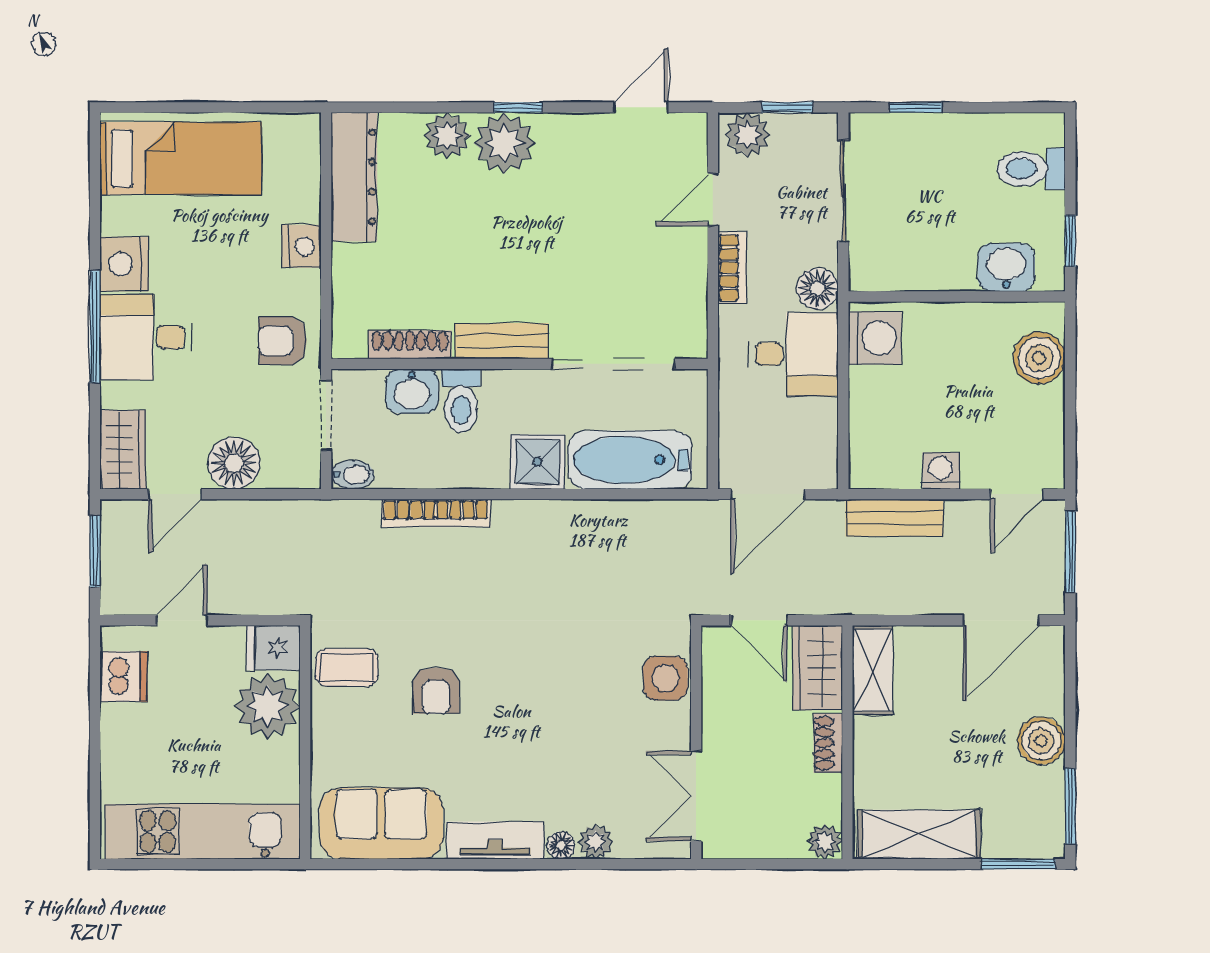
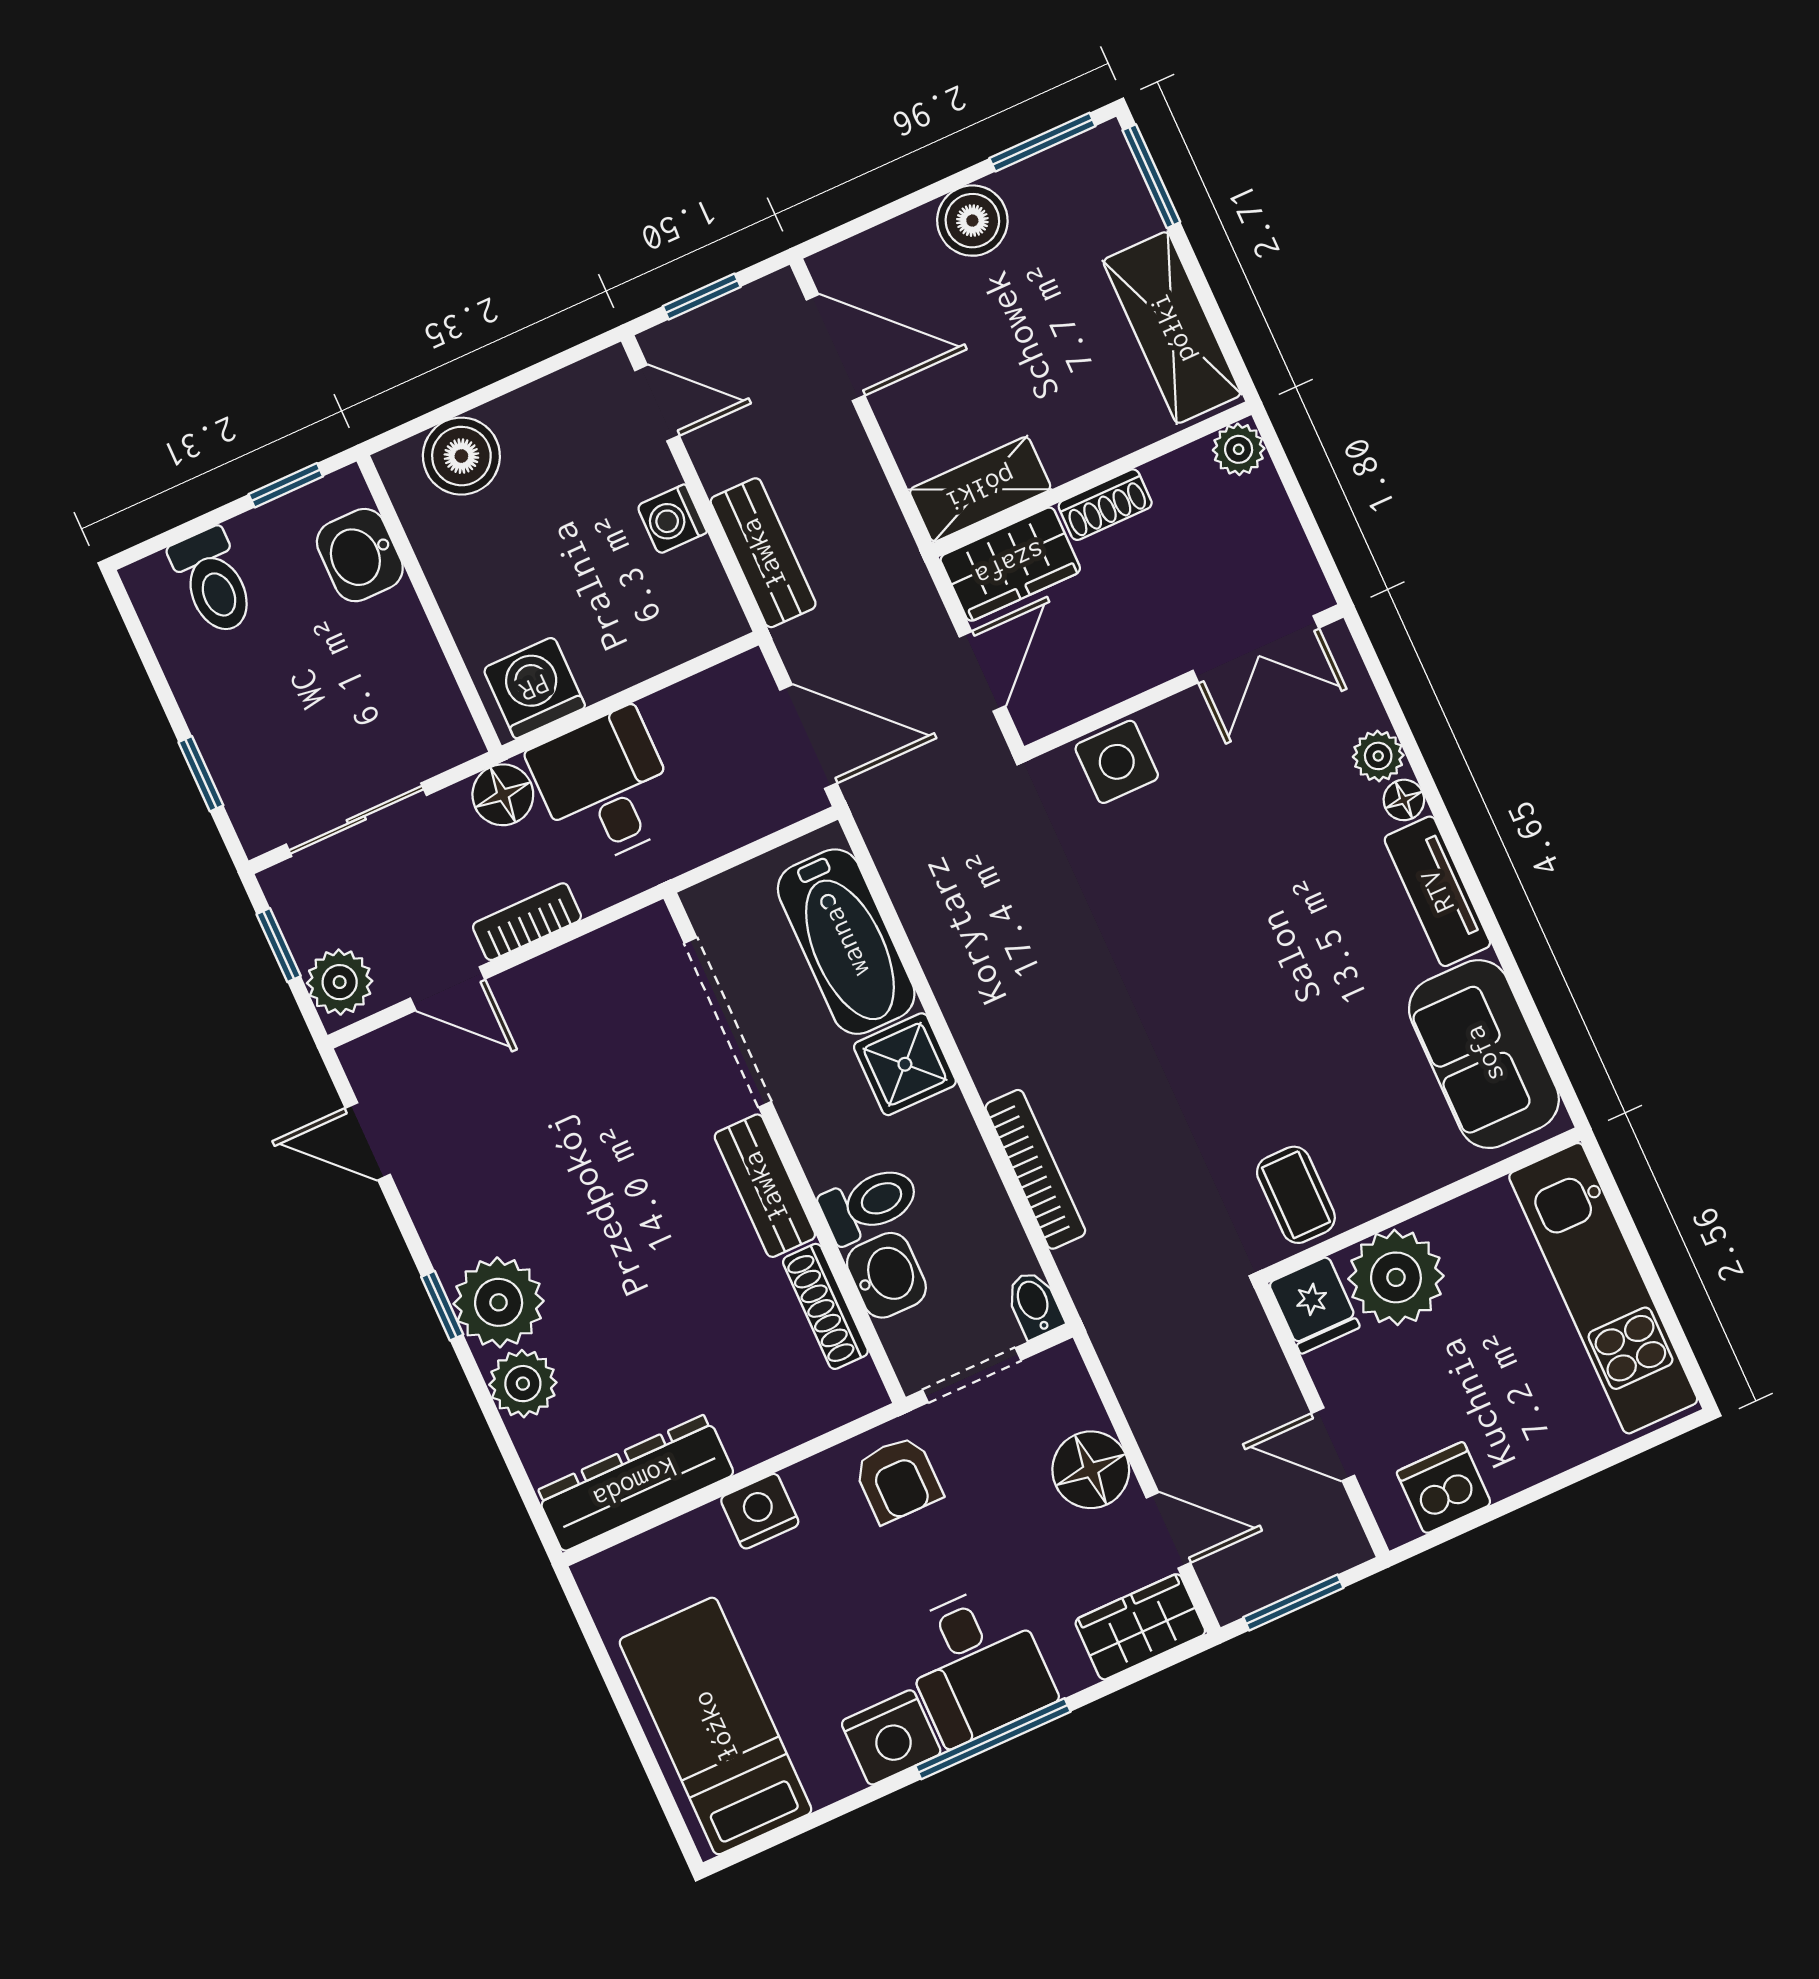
window: (1070, 552) -> (702, 297), width x0.67
armchair: (436, 691) -> (1273, 1061), removed

